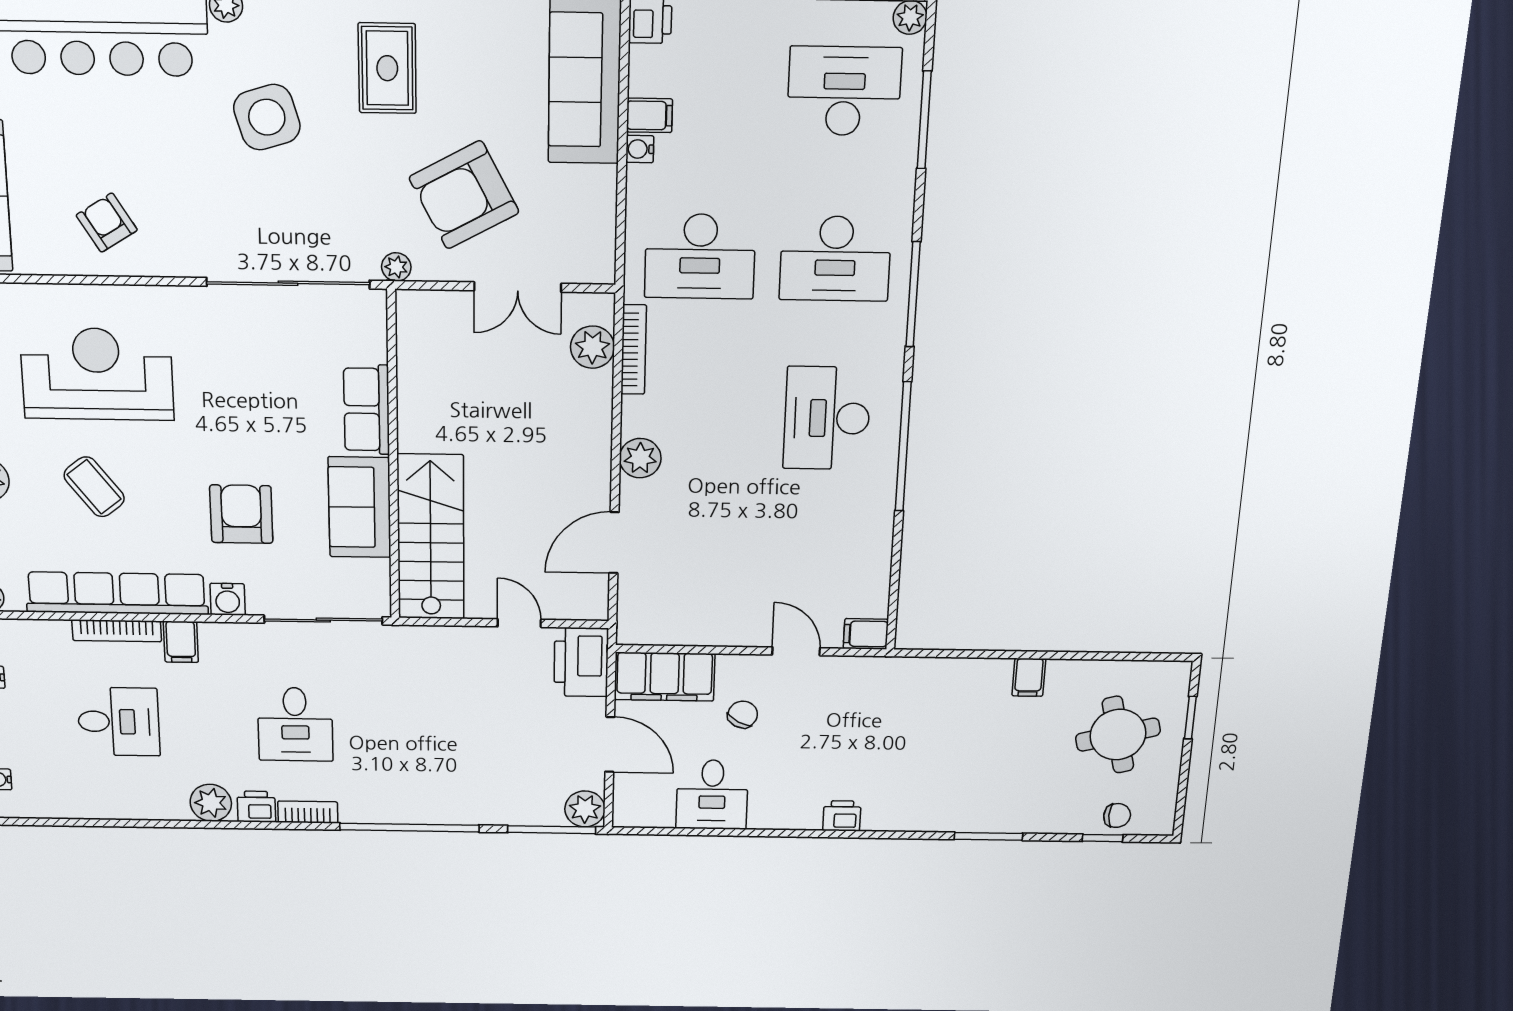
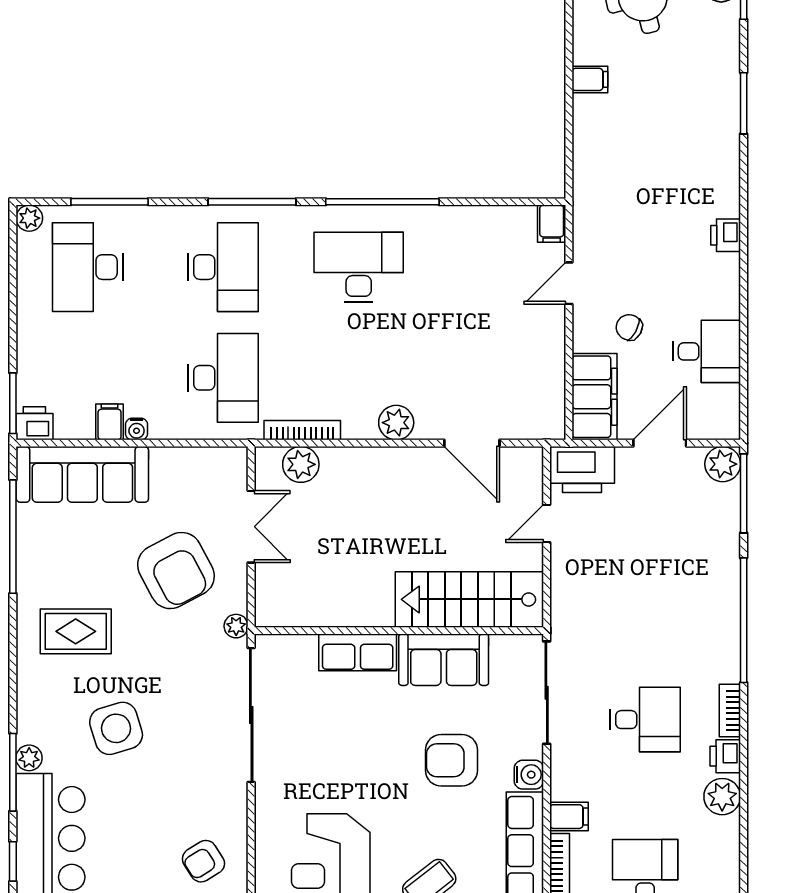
desk: (827, 418) -> (359, 267), turned 180

